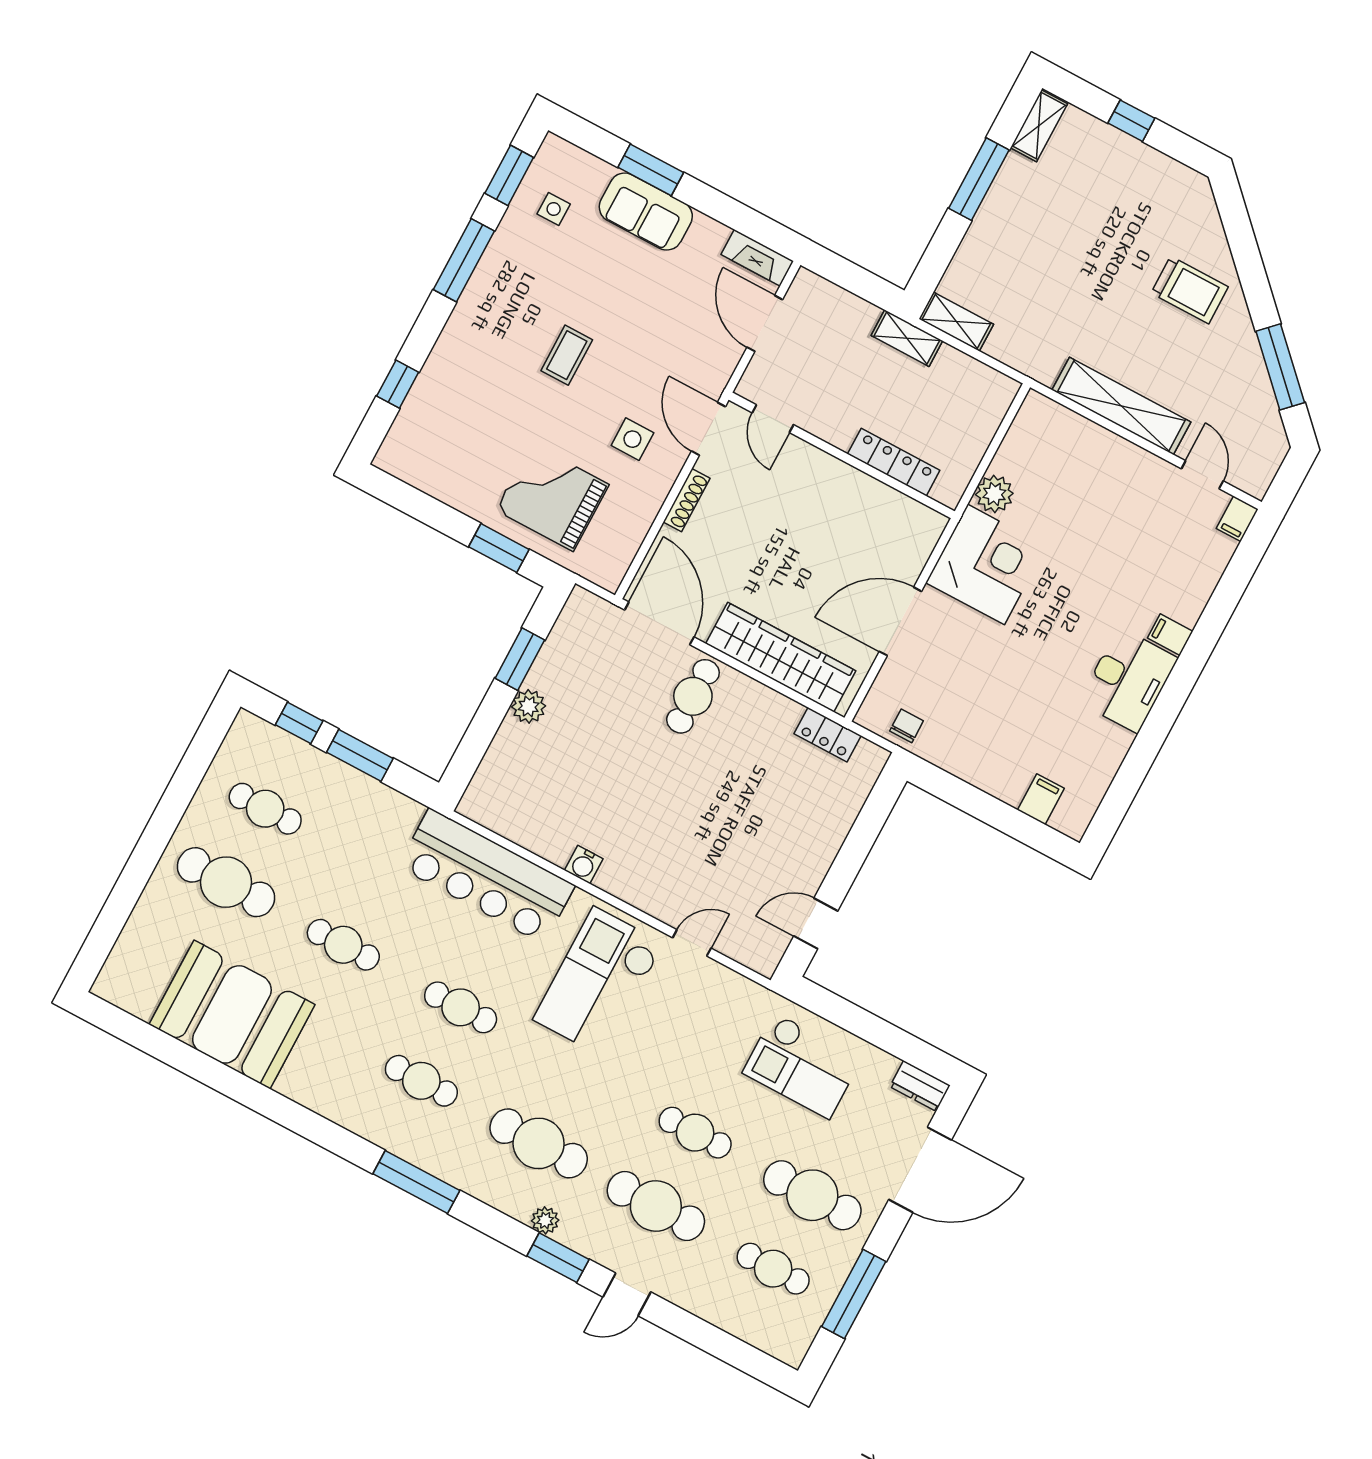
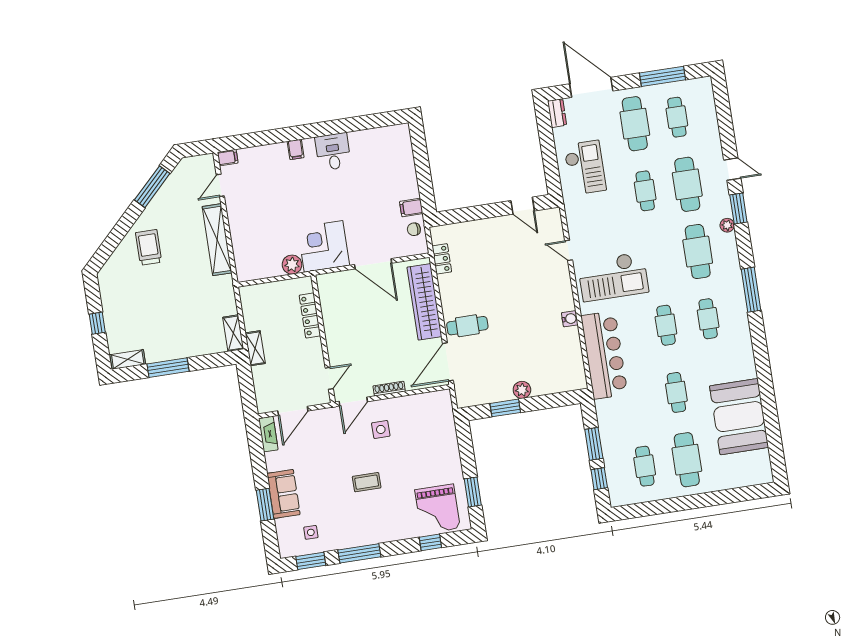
grand piano: (552, 497) -> (437, 509), moved
window: (499, 548) -> (473, 492), moved
desk: (1128, 680) -> (333, 152), width x0.73
filing cabinet: (1041, 799) -> (411, 208), moved

